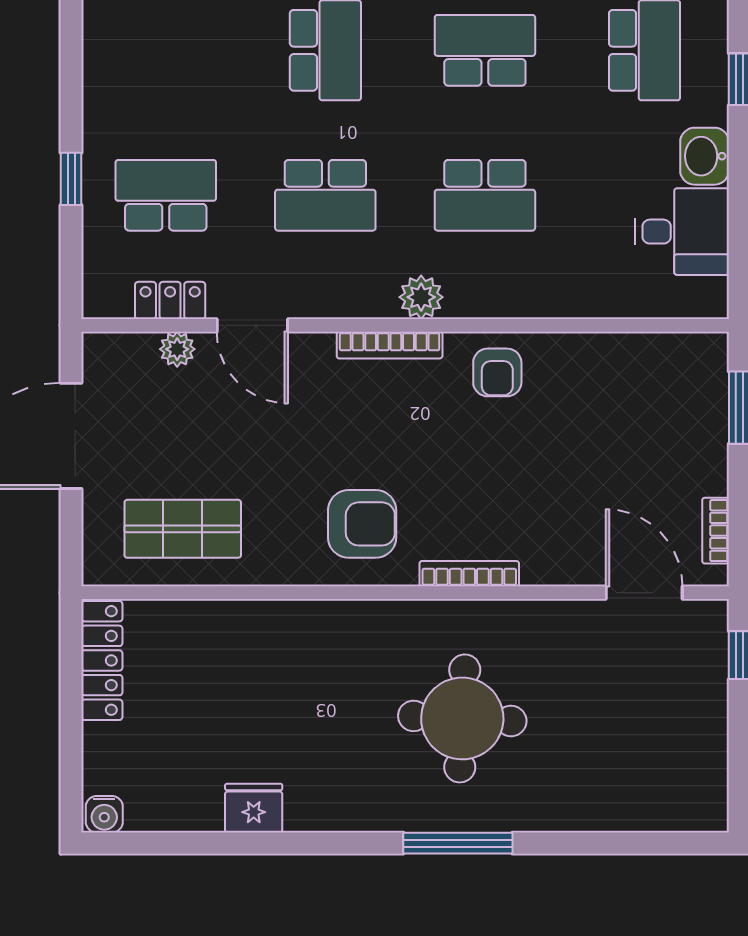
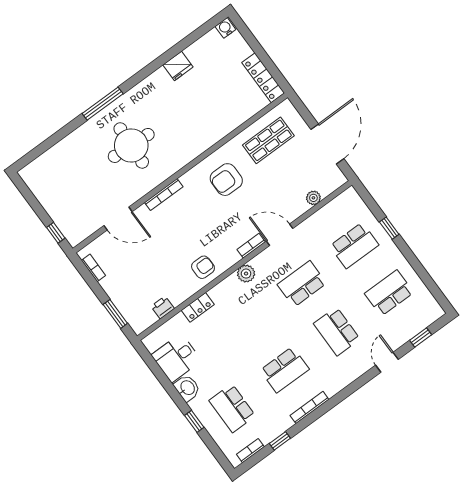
school desk: (485, 195) -> (389, 293), moved
locker: (170, 300) -> (198, 307), moved
door: (252, 325) -> (280, 235), moved
bookcase: (390, 345) -> (251, 246), width x0.64
printer: (636, 351) -> (163, 307), added
armchair: (497, 372) -> (203, 267), turned 90
armchair: (362, 524) -> (226, 180), moved
door: (644, 593) -> (118, 219), moved

